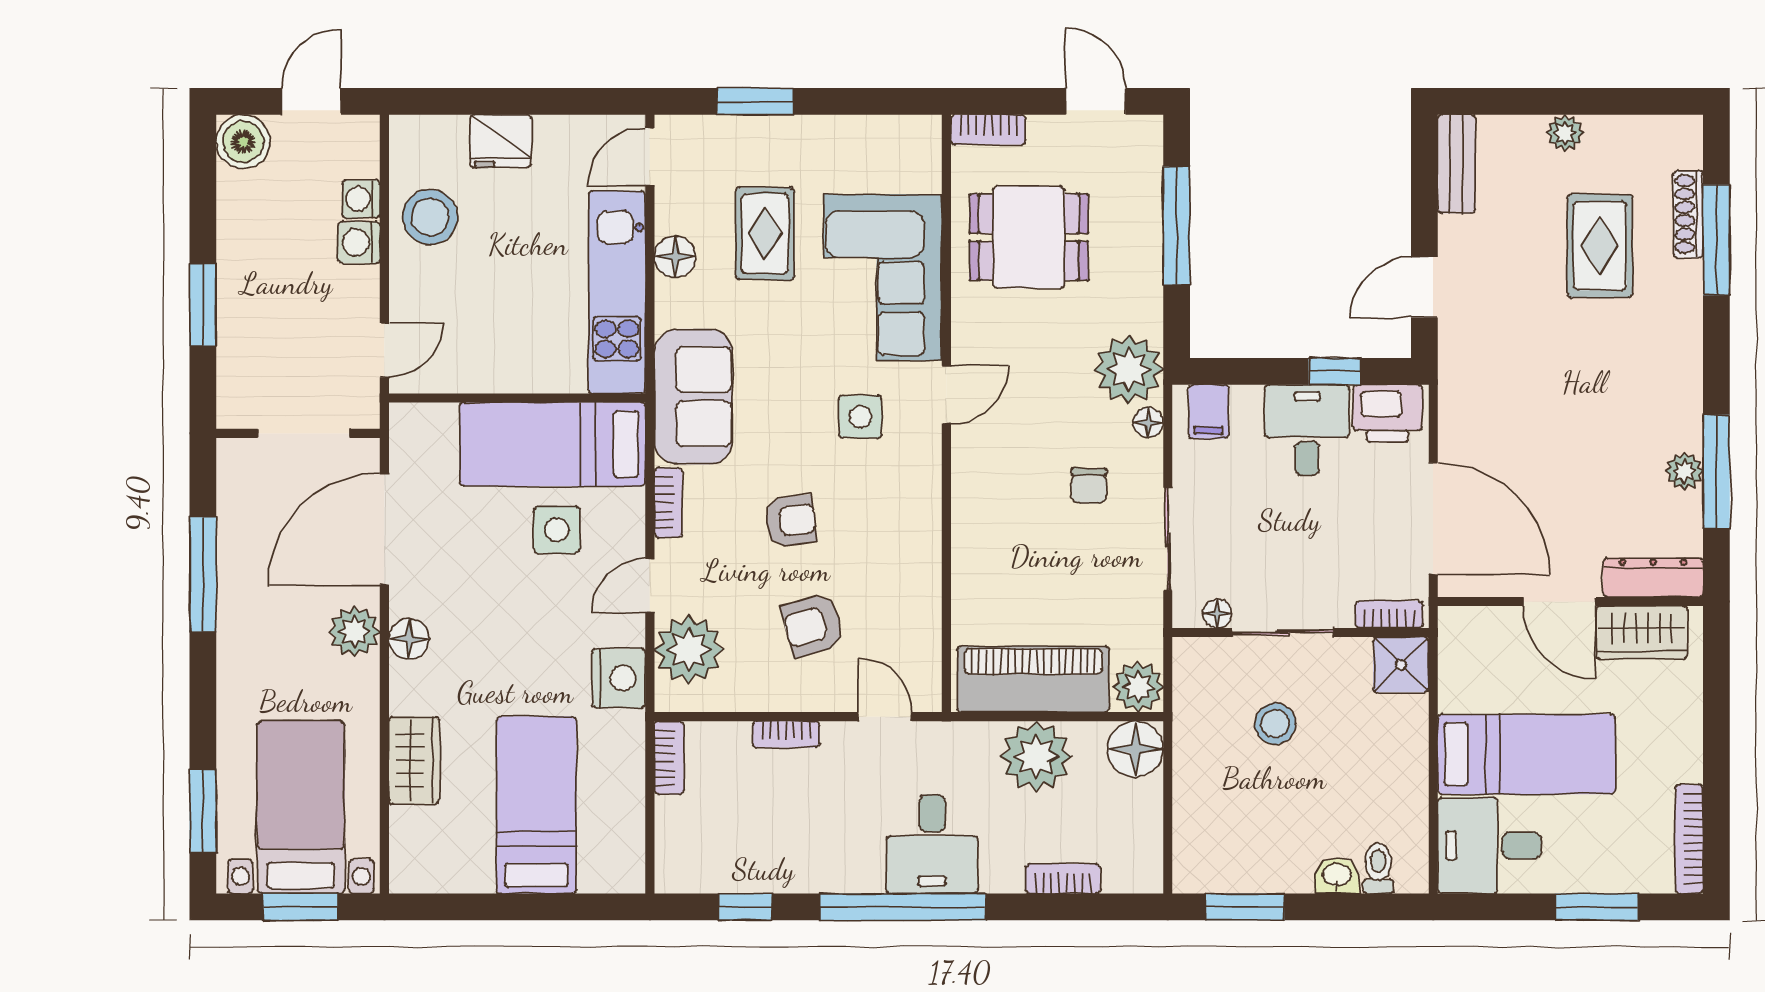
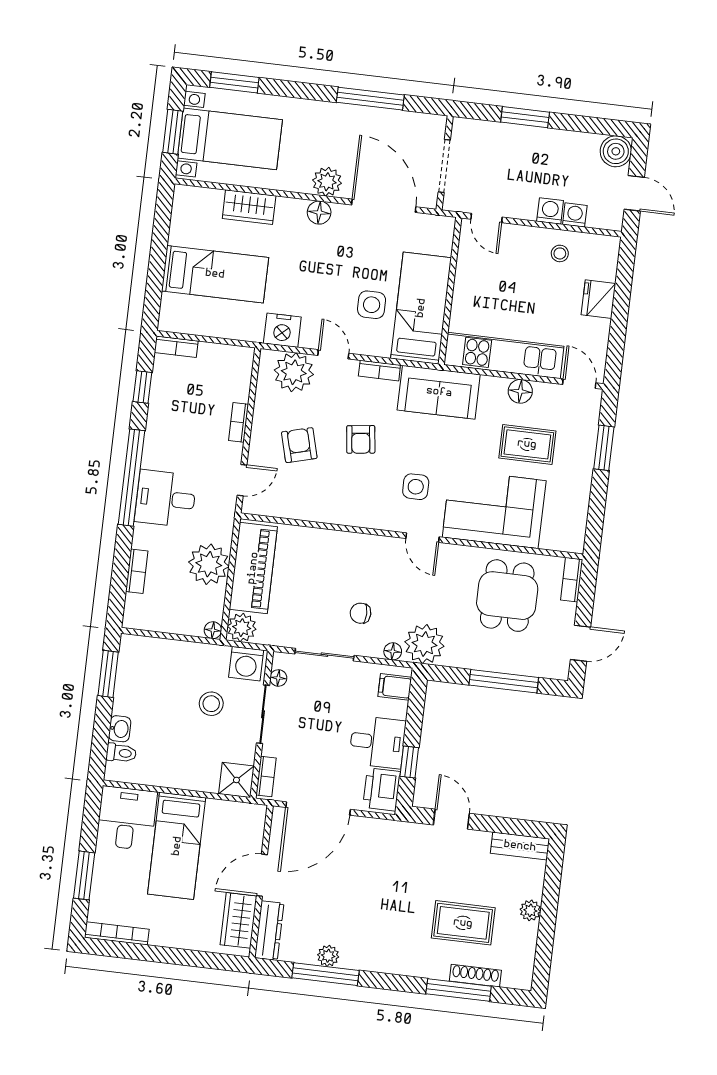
stool: (430, 217) -> (560, 253), width x0.53, depth x0.53
washing machine: (1199, 672) -> (246, 664), added
floor lamp: (1135, 749) -> (213, 630), width x0.53, depth x0.53
bookcase: (669, 758) -> (176, 347), moved

